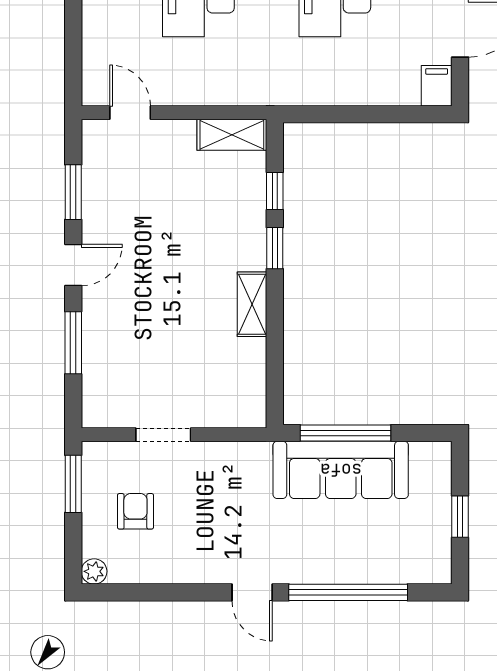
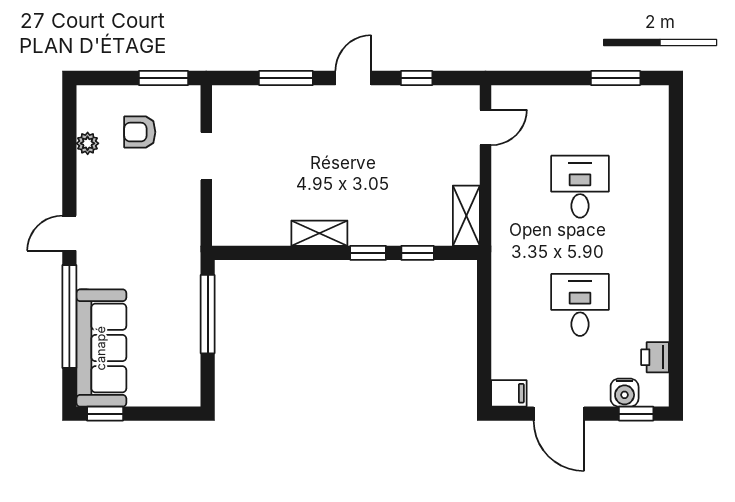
window: (73, 192) -> (417, 78), width x0.67
door: (73, 265) -> (353, 78), swing flipped
sofa: (341, 470) -> (101, 348), moved, turned 180
armchair: (135, 511) -> (140, 132), turned 180
window: (460, 517) -> (105, 414), moved
plant: (94, 571) -> (88, 143), moved

